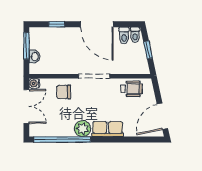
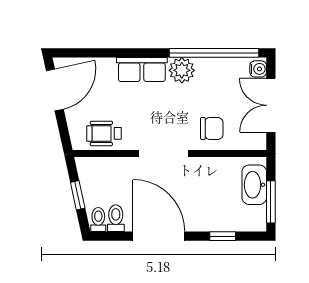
washbasin: (35, 57) -> (254, 185), width x1.91, depth x1.45
water cooler: (34, 83) -> (258, 69), moved

